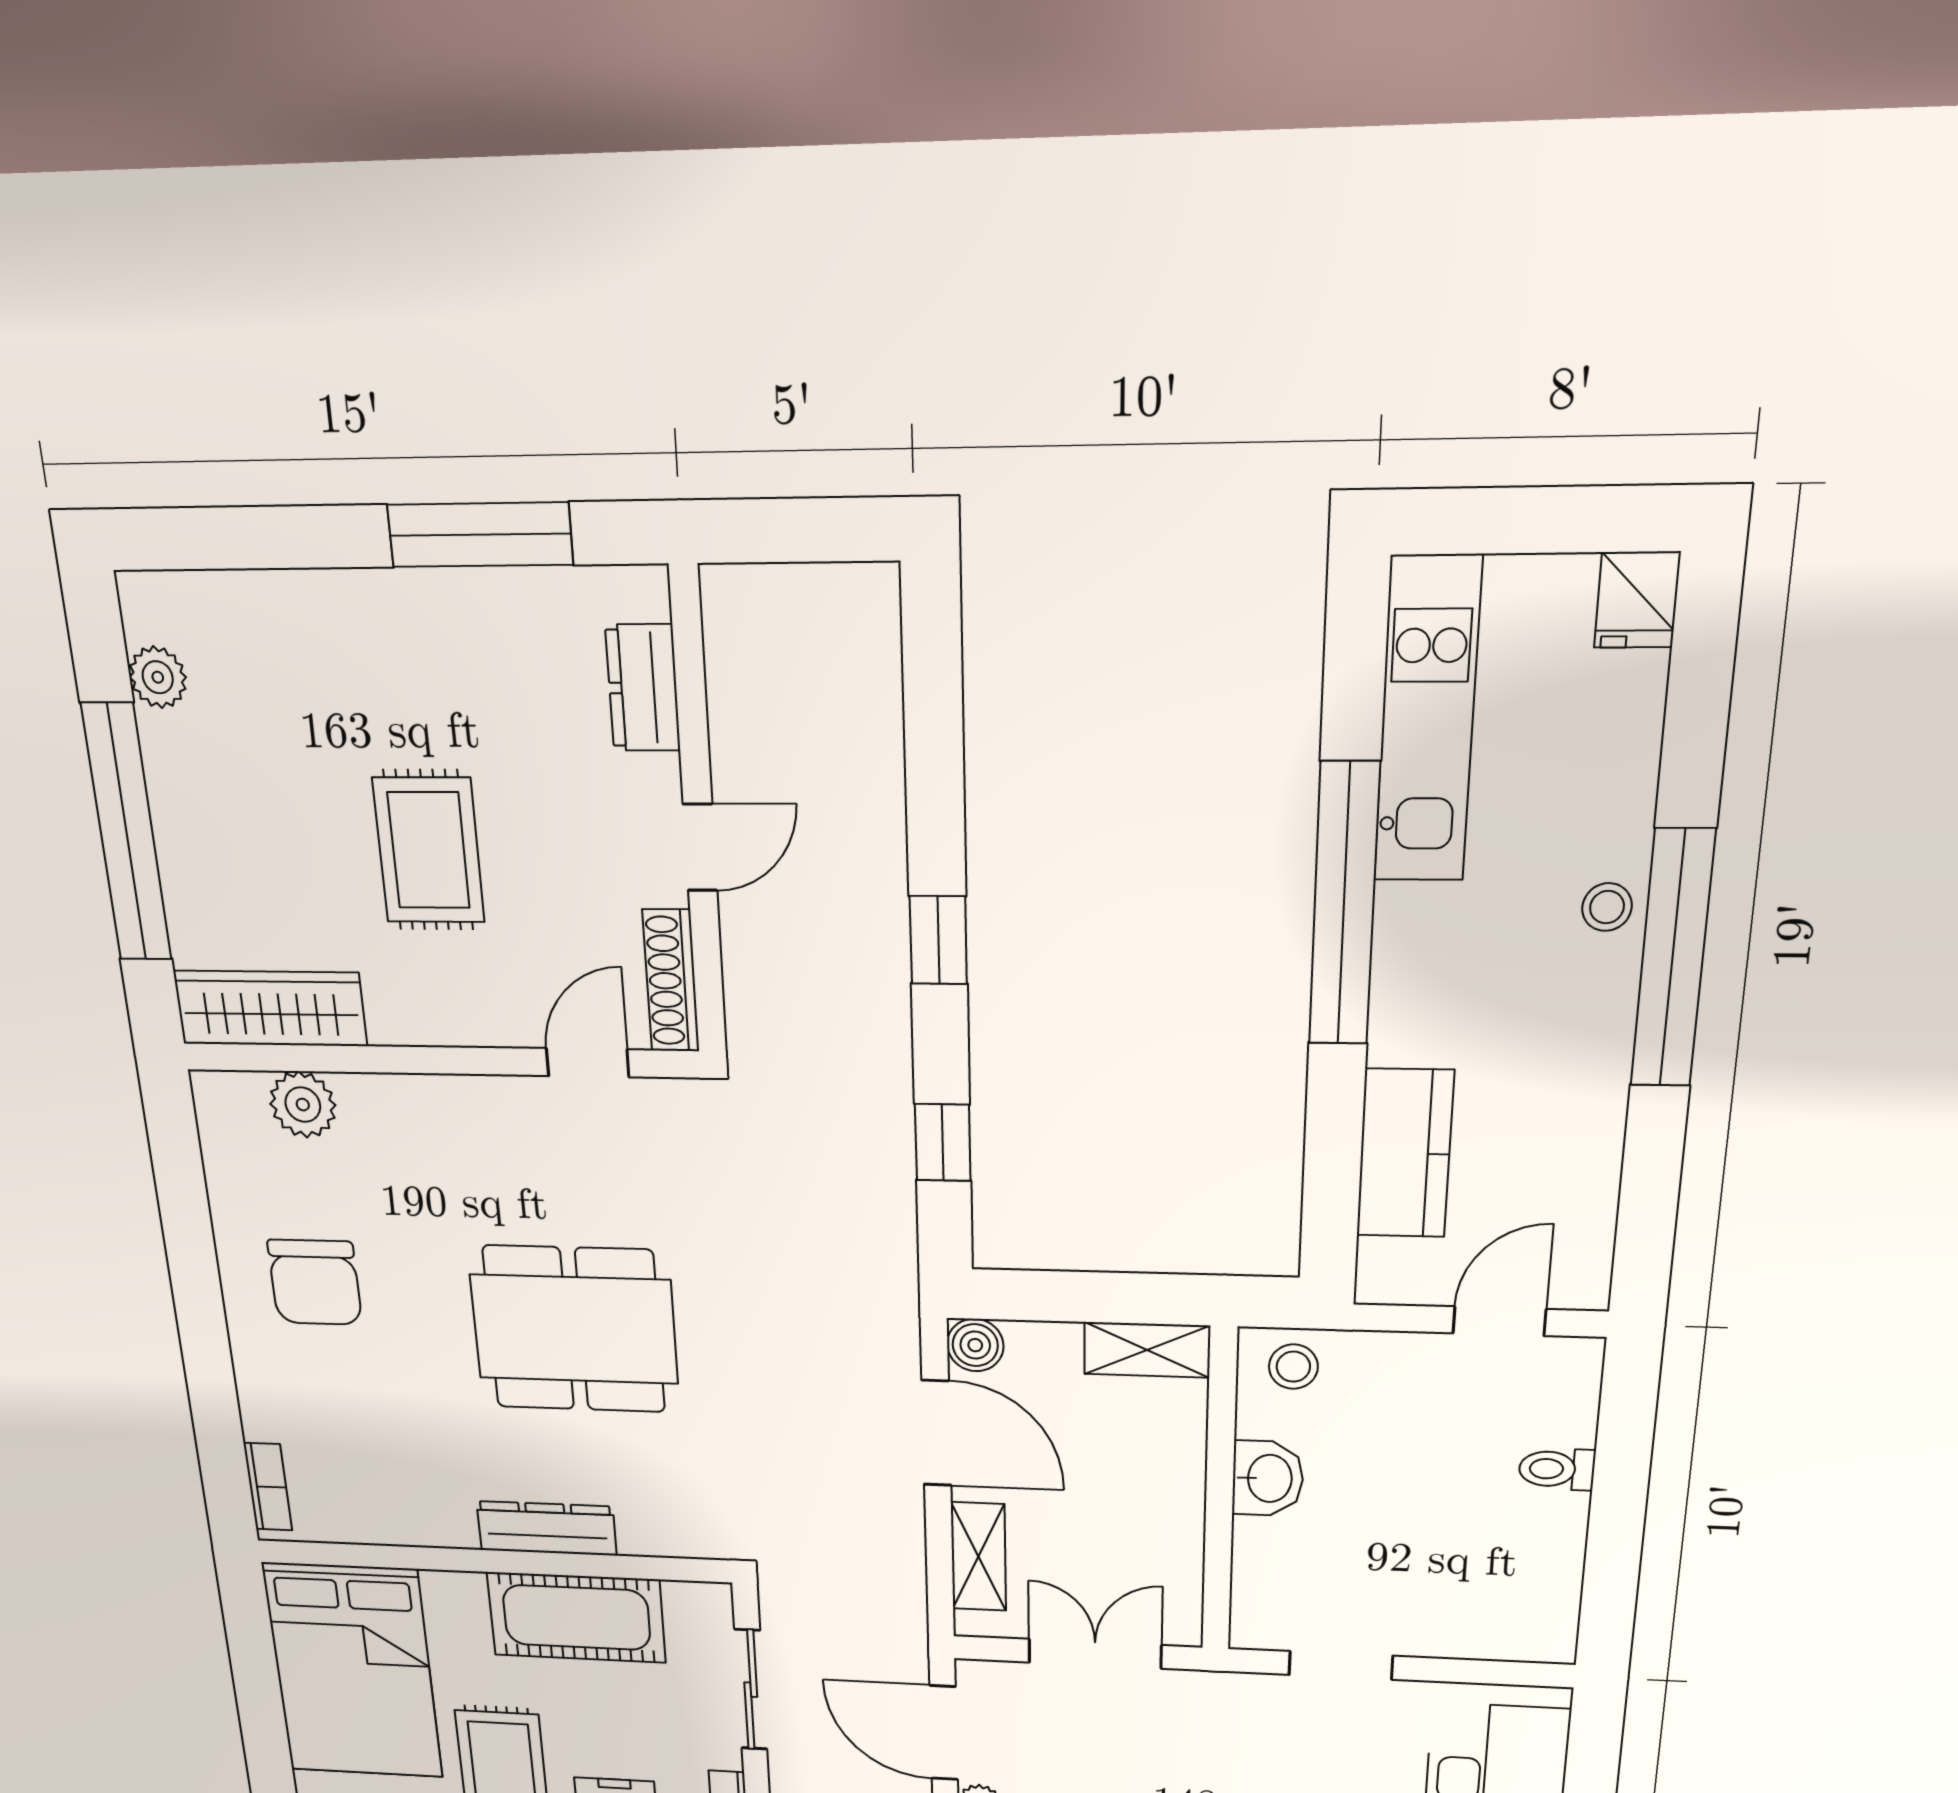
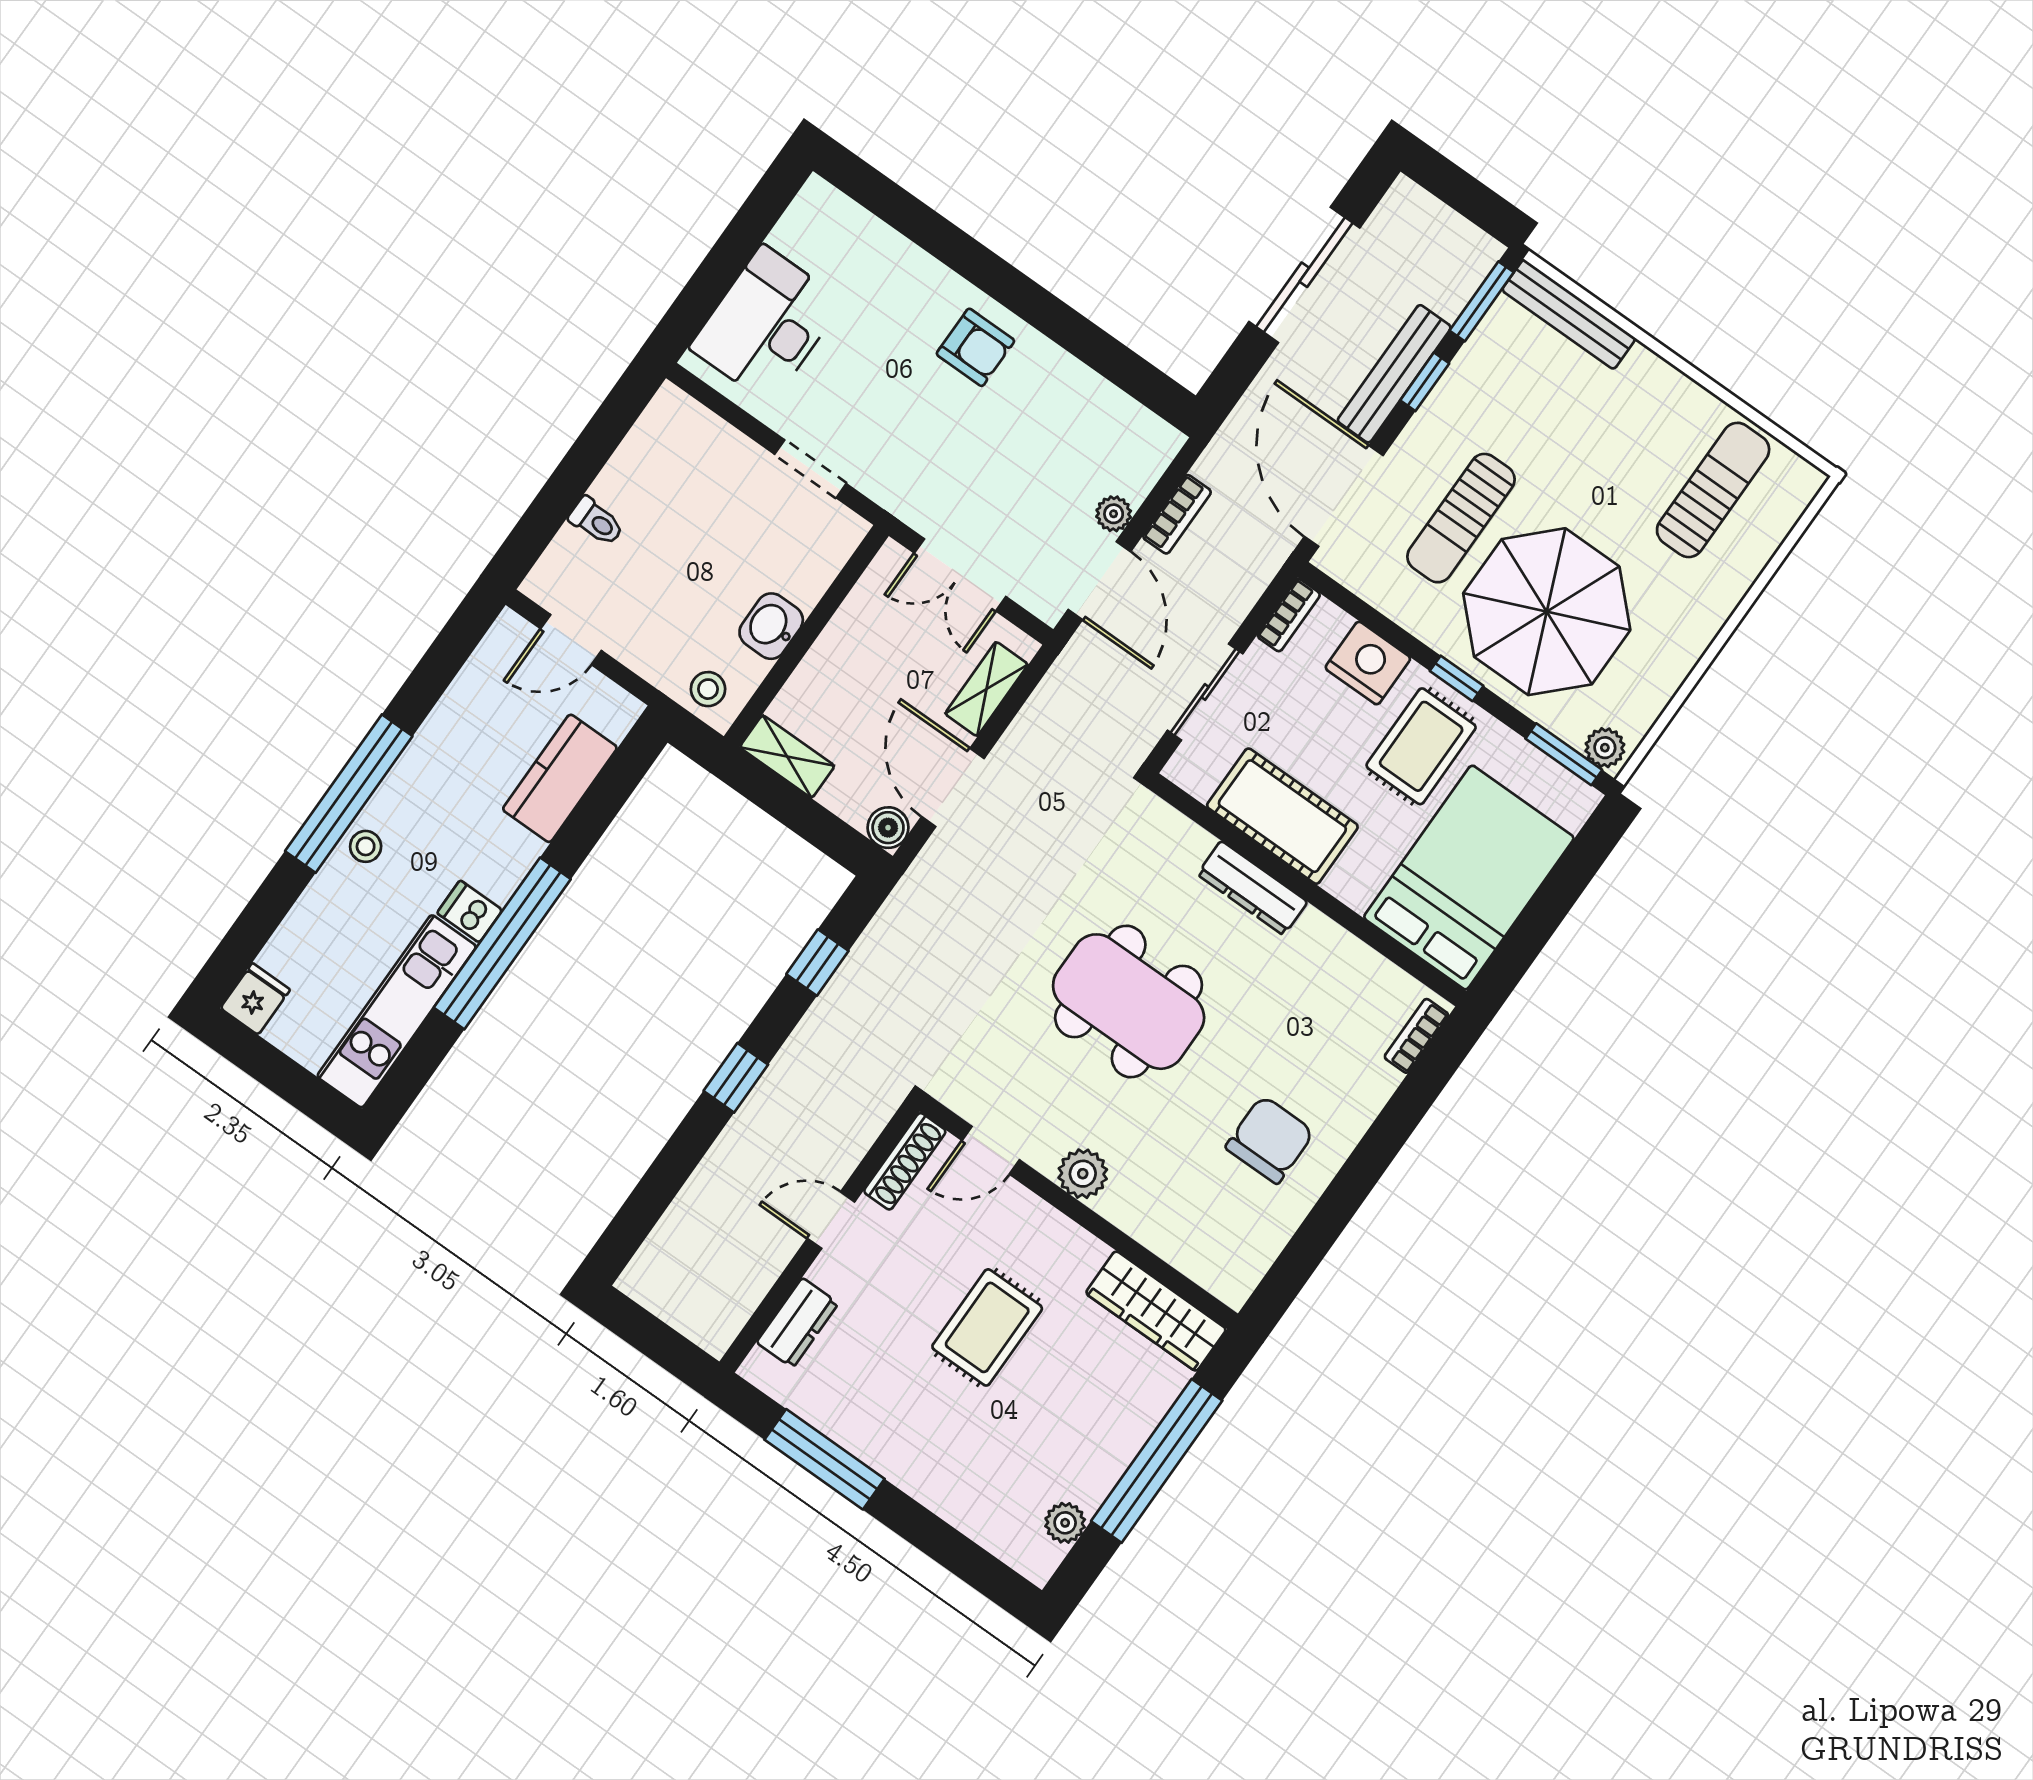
dishwasher: (1413, 917) -> (470, 912), added
plant: (303, 1105) -> (1083, 1174), moved

